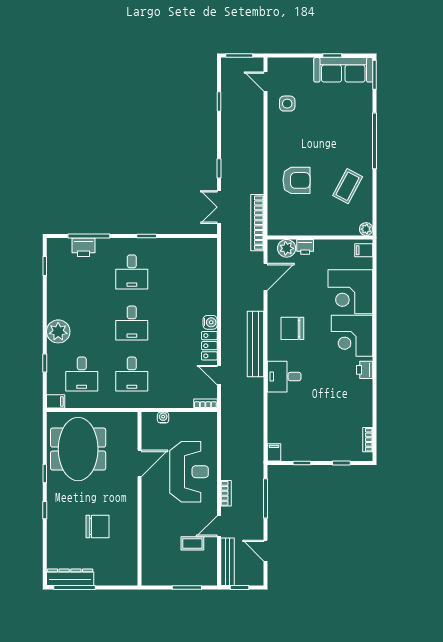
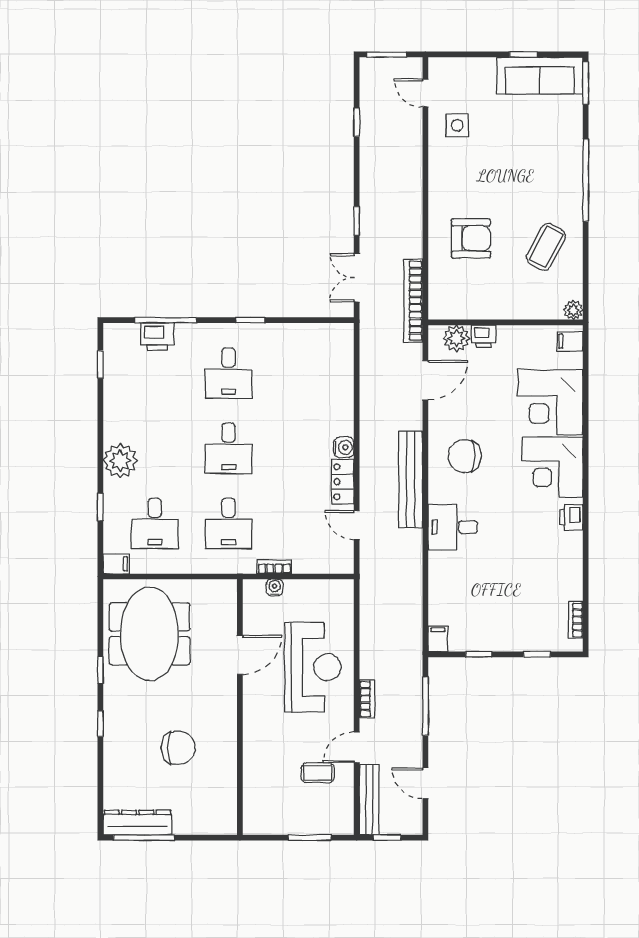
bookcase: (205, 404) -> (274, 567), moved

